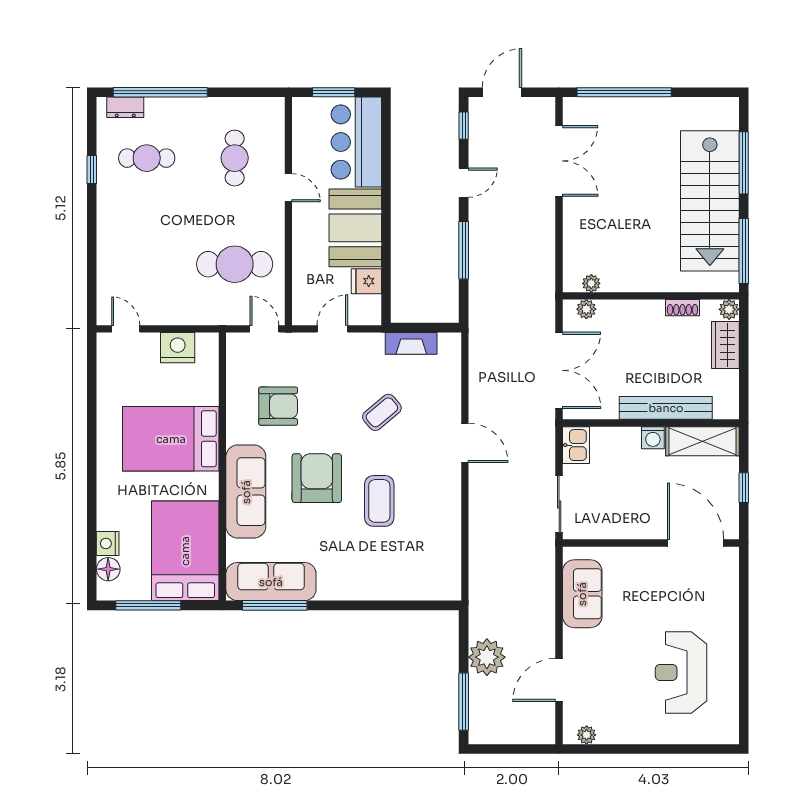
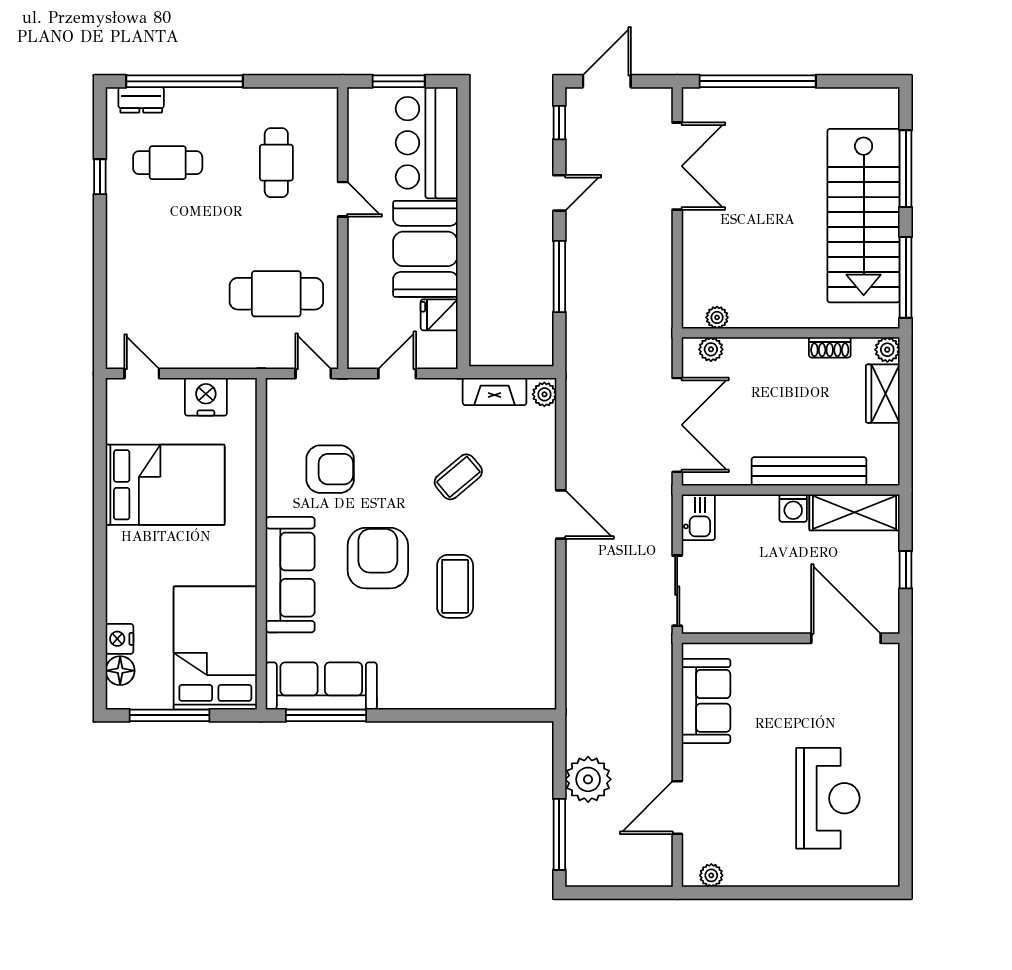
plant: (452, 346) -> (544, 394), added
bed: (171, 439) -> (165, 485), moved, turned 180
reception desk: (681, 672) -> (828, 798), turned 180

